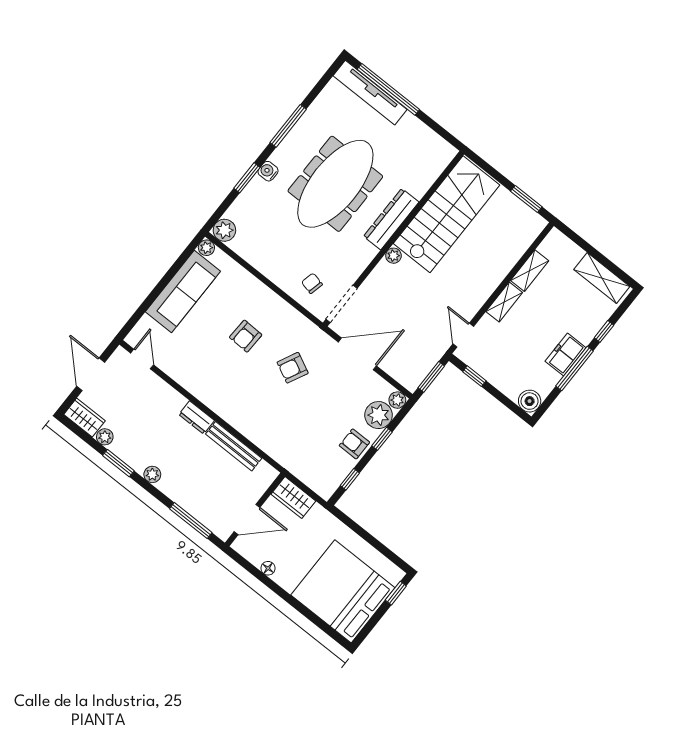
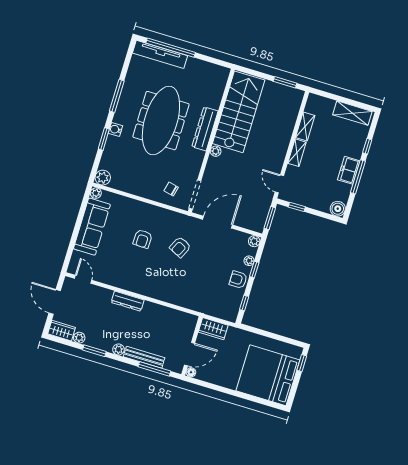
plant: (378, 415) -> (249, 261), width x0.53, depth x0.53
dresser: (197, 417) -> (128, 301), width x1.44
bench: (234, 446) -> (144, 357), moved
floor lamp: (268, 568) -> (191, 372), moved

